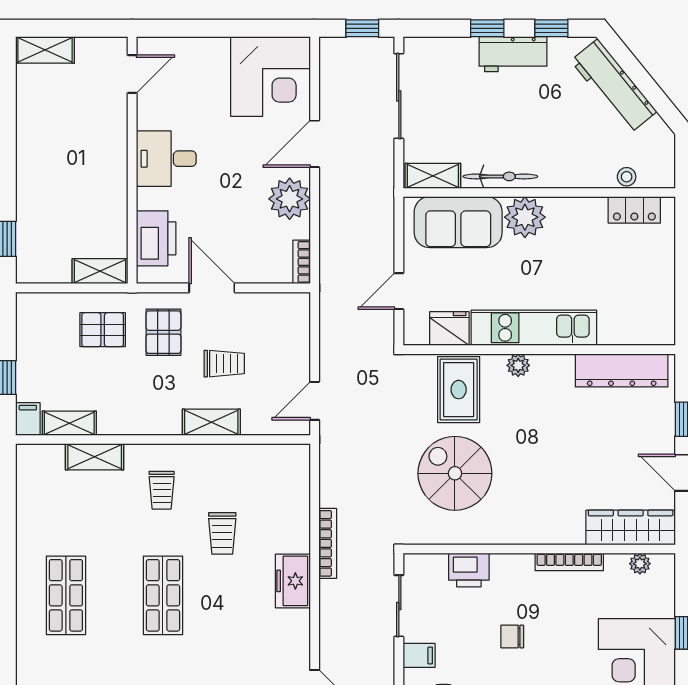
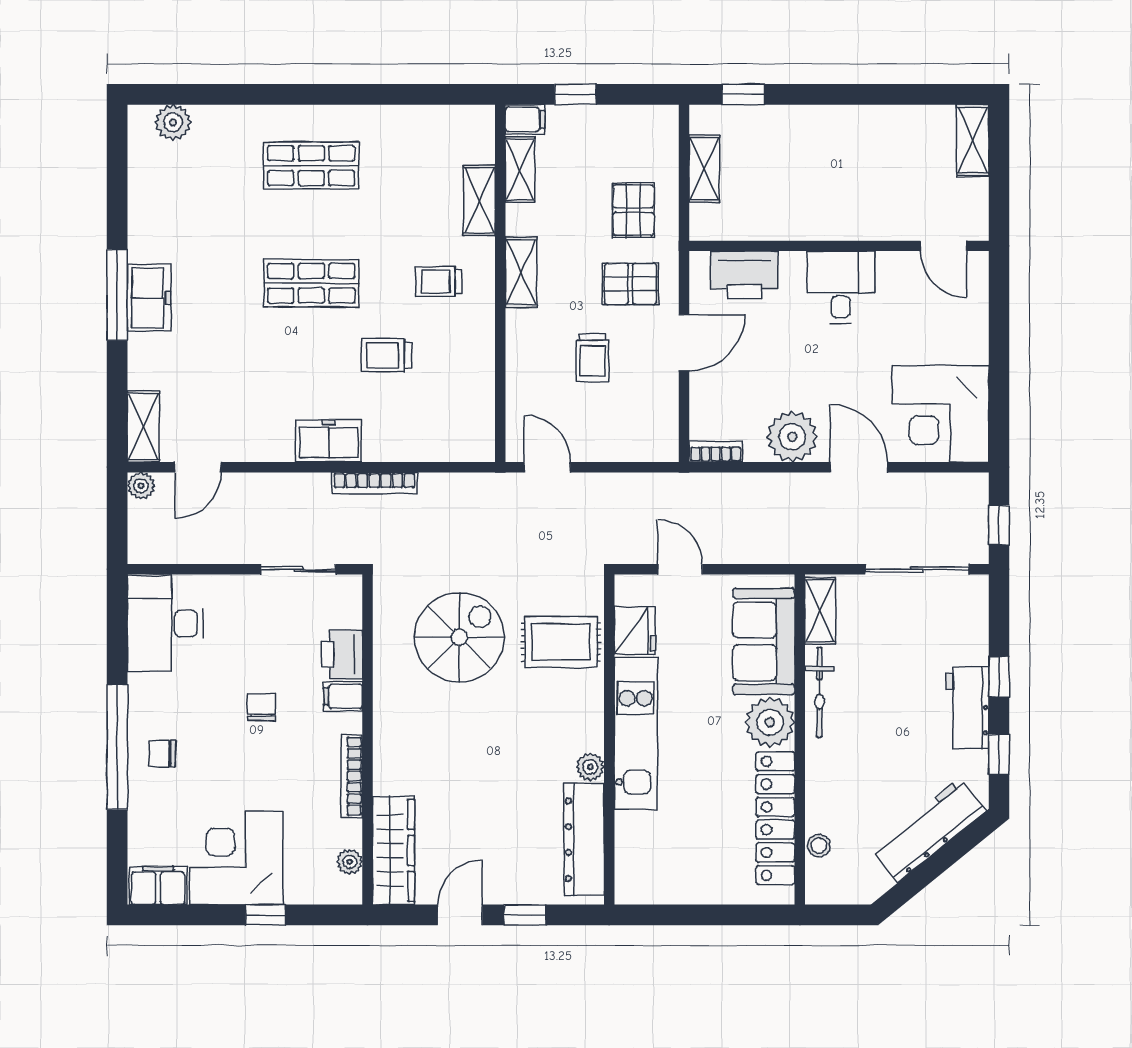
locker: (634, 210) -> (775, 818), width x2.16, depth x1.21
shelving: (100, 271) -> (704, 169), moved
plant: (518, 365) -> (590, 767), moved
shelving: (211, 422) -> (521, 272), moved
filing cabinet: (419, 655) -> (343, 696), moved, turned 90

